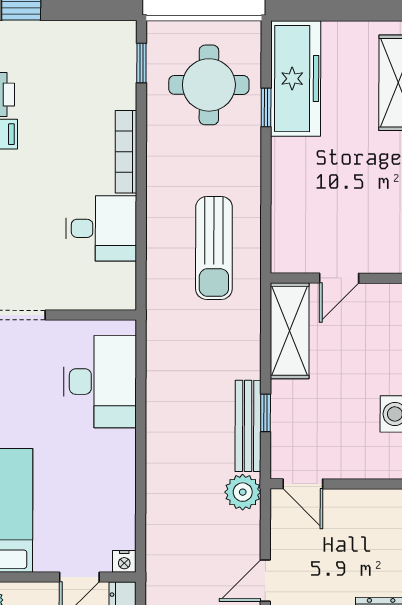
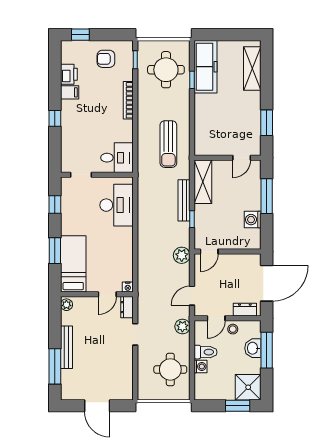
armchair: (77, 61) -> (106, 59), added
desk: (101, 228) -> (117, 158), moved
door: (339, 278) -> (242, 158), moved
bench: (248, 426) -> (184, 200), moved
door: (303, 484) -> (209, 251), hinge flipped

